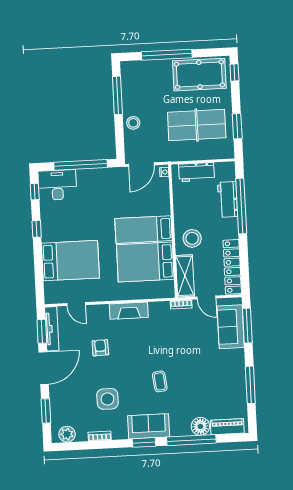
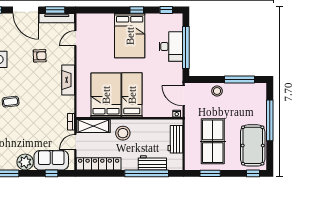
desk: (57, 185) -> (171, 46), moved
bed: (70, 261) -> (130, 36), moved
window: (247, 326) -> (51, 173), width x0.46
plant: (235, 359) -> (25, 162), added

